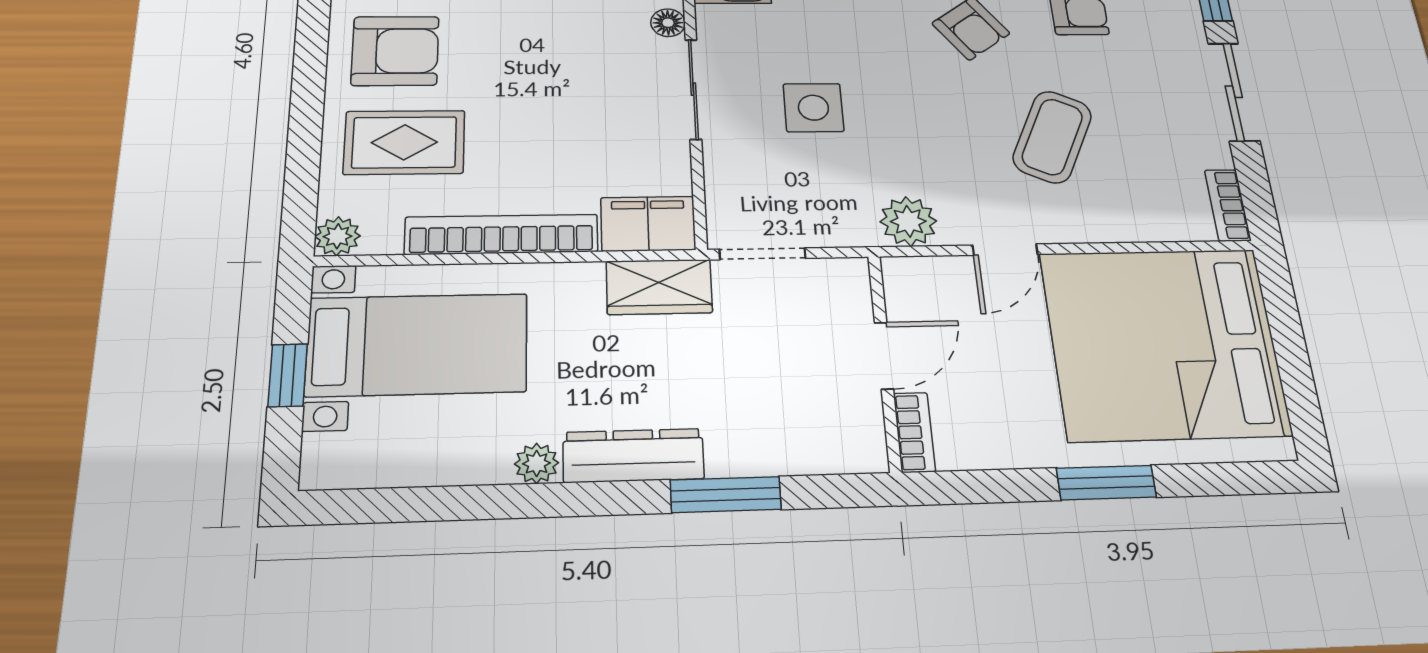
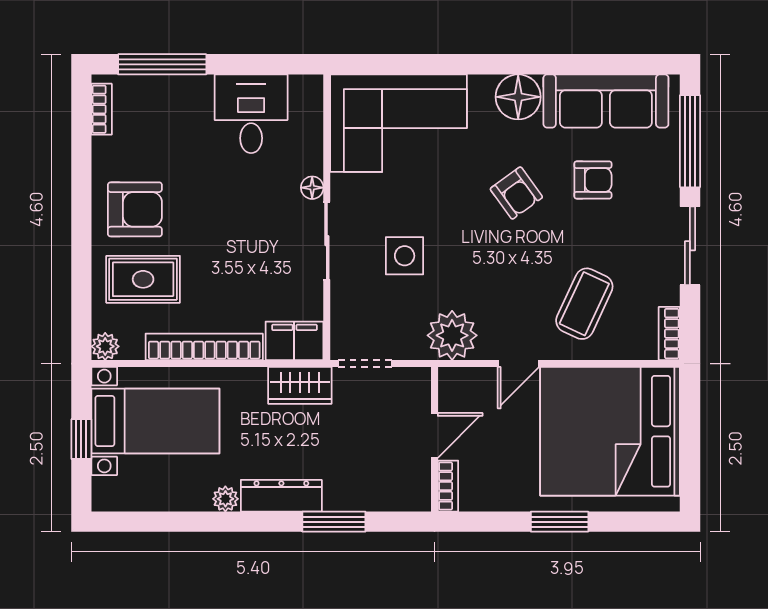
coffee table: (1052, 137) -> (584, 304), moved
plant: (908, 221) -> (452, 335), width x1.36, depth x1.36

